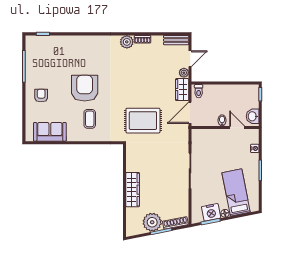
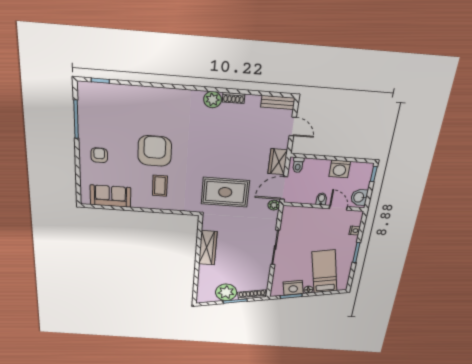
door: (190, 59) -> (293, 126), hinge flipped
plant: (184, 73) -> (274, 205), moved
washing machine: (232, 92) -> (340, 169), added
wardrobe: (133, 190) -> (208, 248), moved

